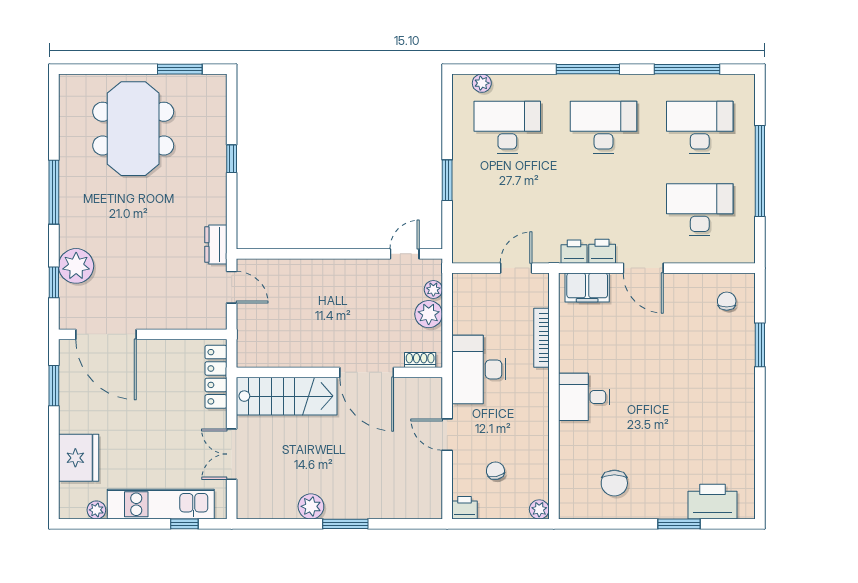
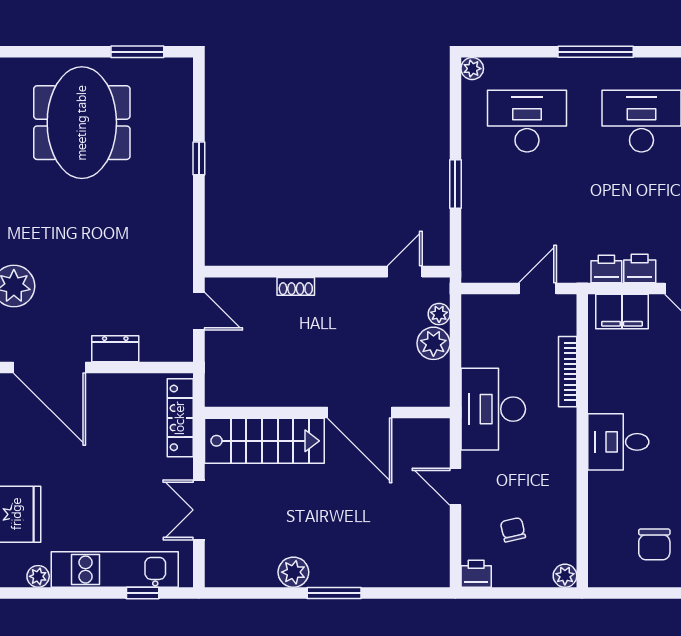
window: (588, 69) -> (596, 52), moved
plant: (482, 83) -> (472, 69), moved
dresser: (216, 244) -> (115, 349), moved, turned 90
shoe rack: (420, 360) -> (296, 286), moved, turned 180

